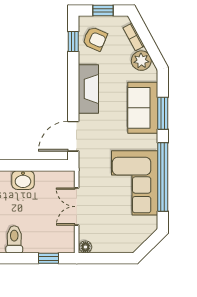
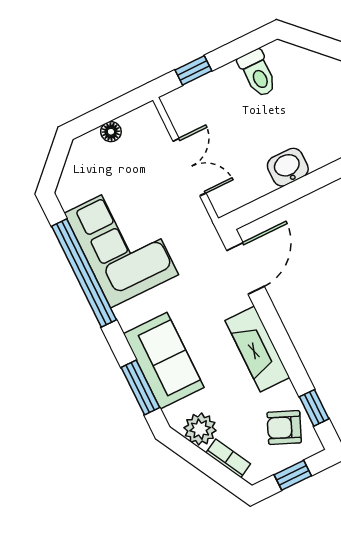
window: (163, 113) -> (140, 388), moved
floor lamp: (85, 247) -> (111, 132), moved

